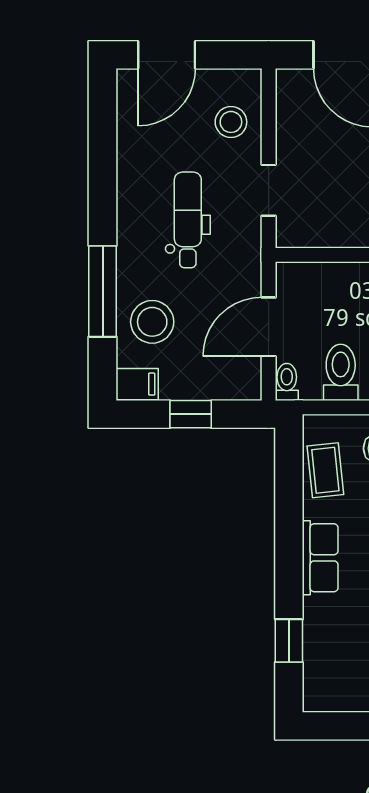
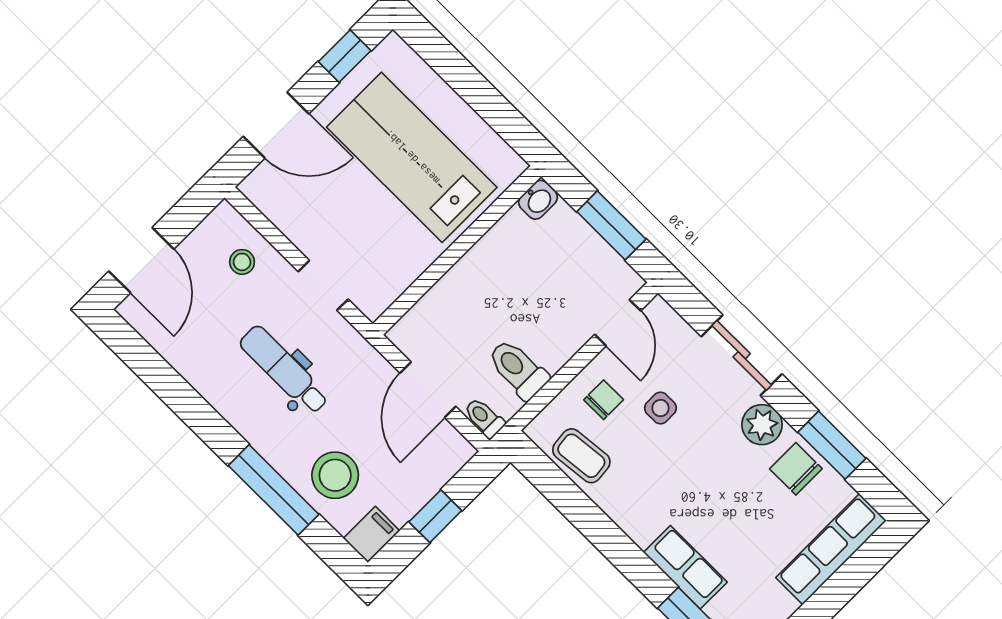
stool: (231, 122) -> (242, 262), width x0.73, depth x0.73
row of seats: (320, 558) -> (685, 567), moved

